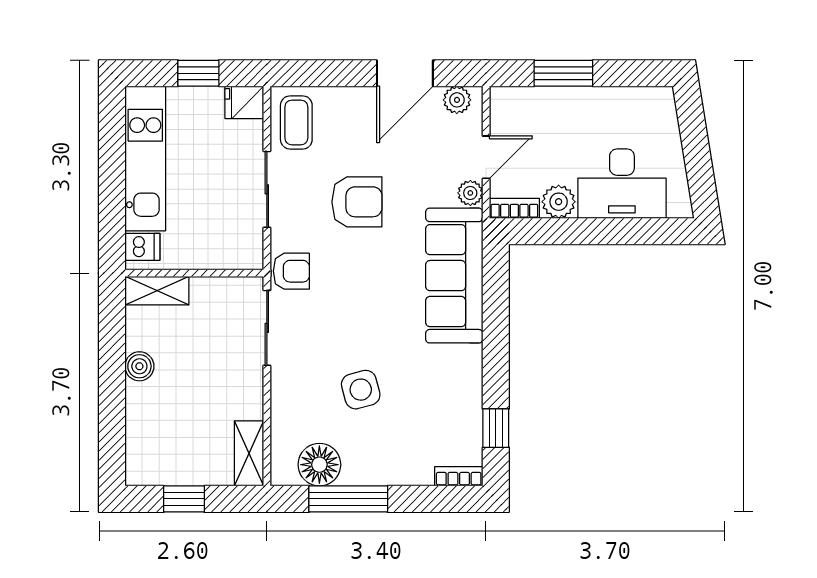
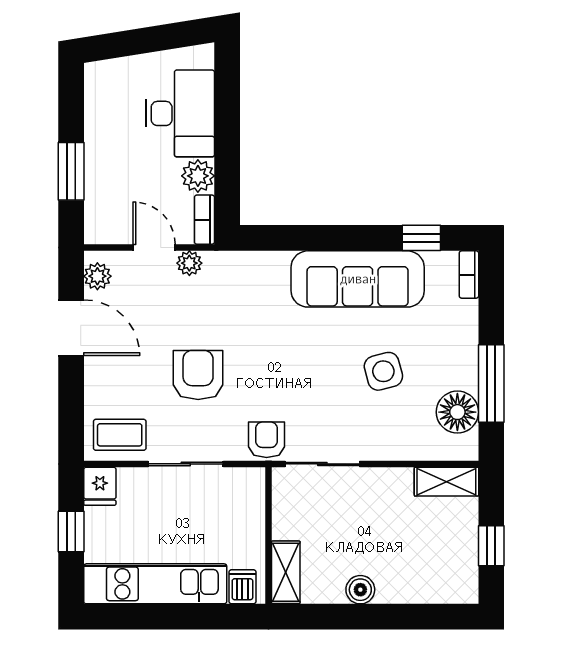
sofa: (454, 276) -> (358, 279), moved

